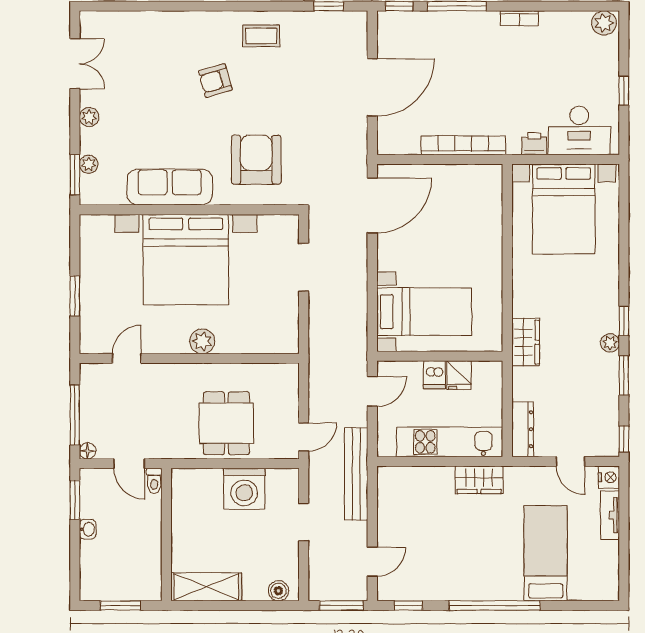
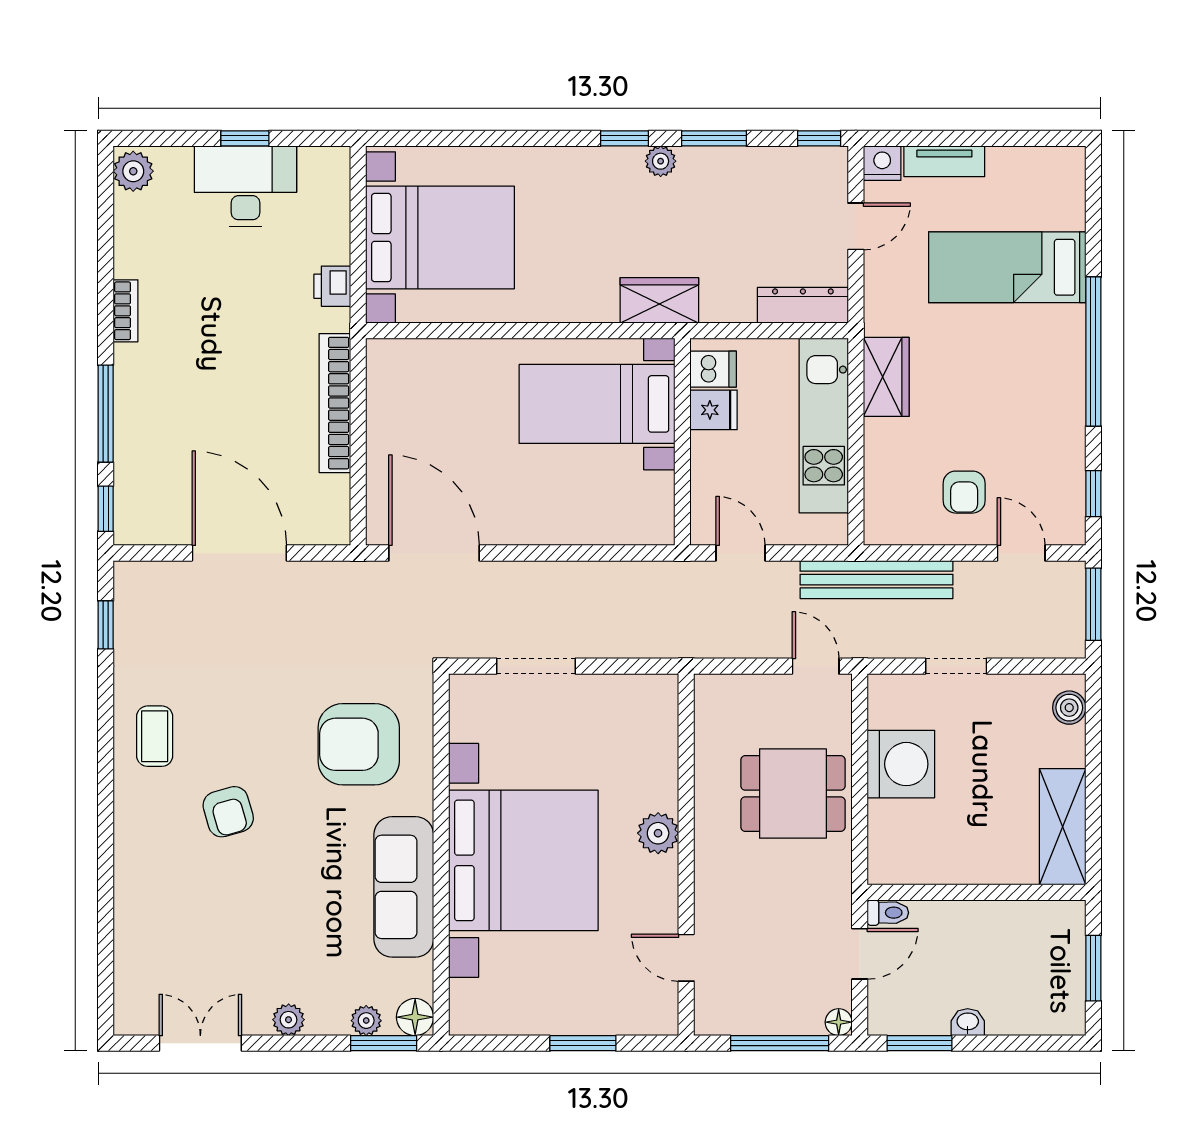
desk: (579, 130) -> (245, 186), moved, turned -90
floor lamp: (91, 194) -> (415, 1017), added
bed with nightstands: (424, 312) -> (597, 404), moved, turned -90
dishwasher: (434, 375) -> (713, 369), moved
armchair: (409, 527) -> (964, 492), added

